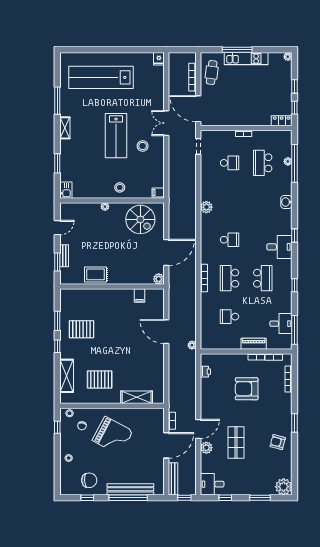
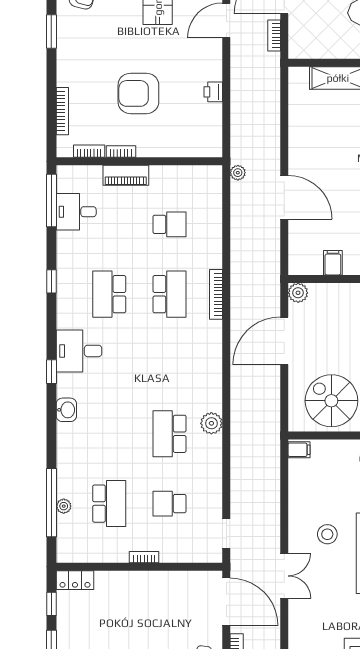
washbasin: (286, 202) -> (66, 410), moved
school desk: (230, 240) -> (169, 434), moved, width x1.85
printer: (205, 372) -> (213, 92), moved
armchair: (247, 389) -> (138, 93), turned 180

